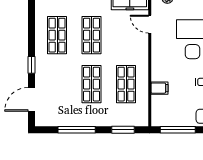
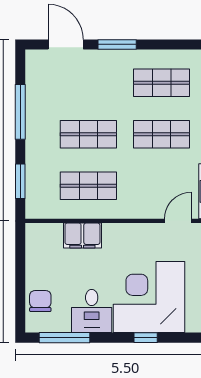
window: (31, 65) -> (117, 44), width x1.50
filing cabinet: (159, 88) -> (82, 236), width x2.00
window: (178, 130) -> (20, 263), removed

